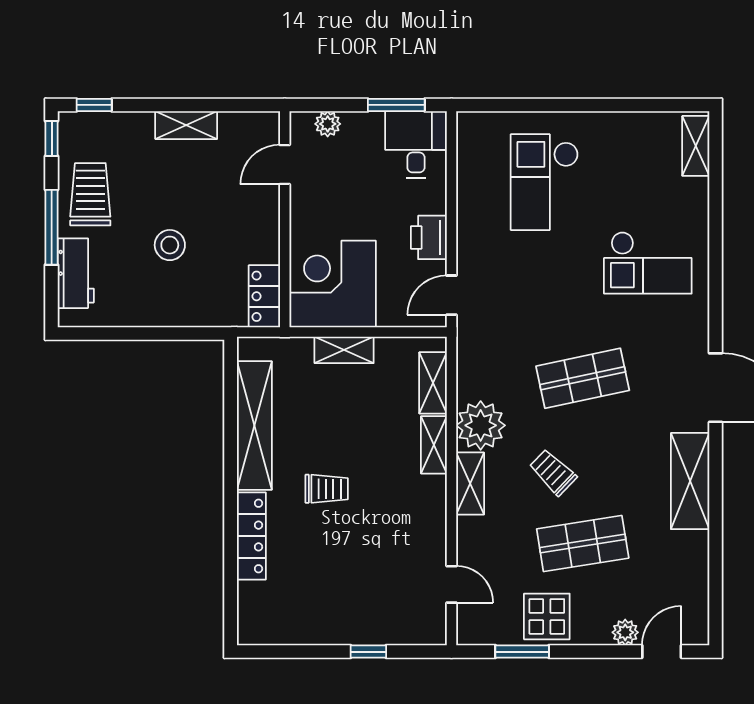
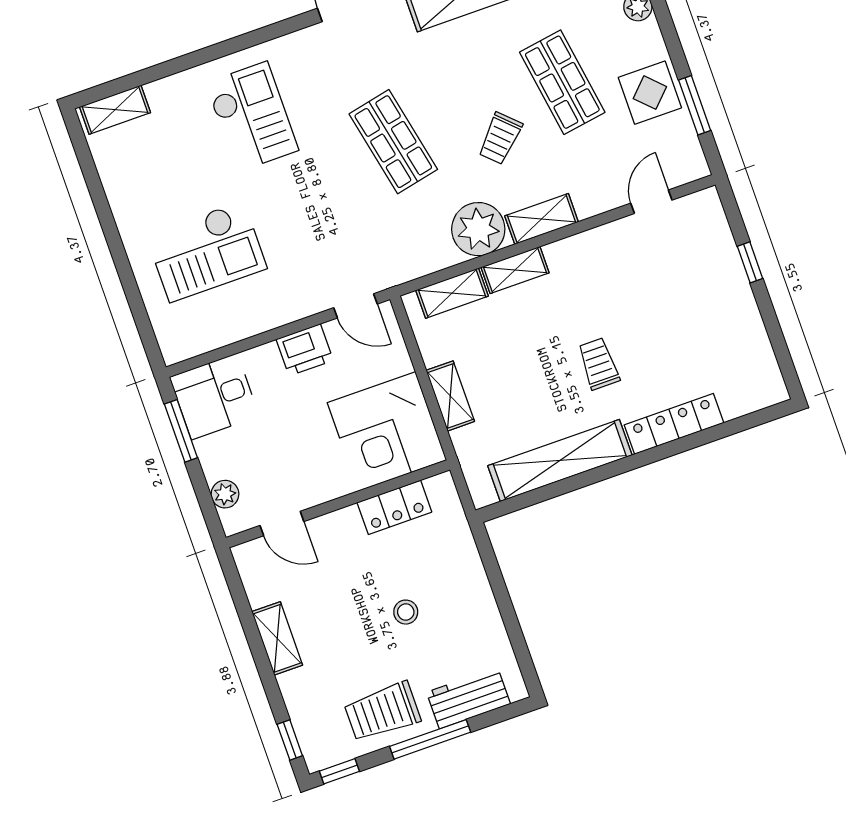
stool: (170, 245) -> (406, 612), width x0.73, depth x0.73
locker: (264, 296) -> (394, 507), moved

